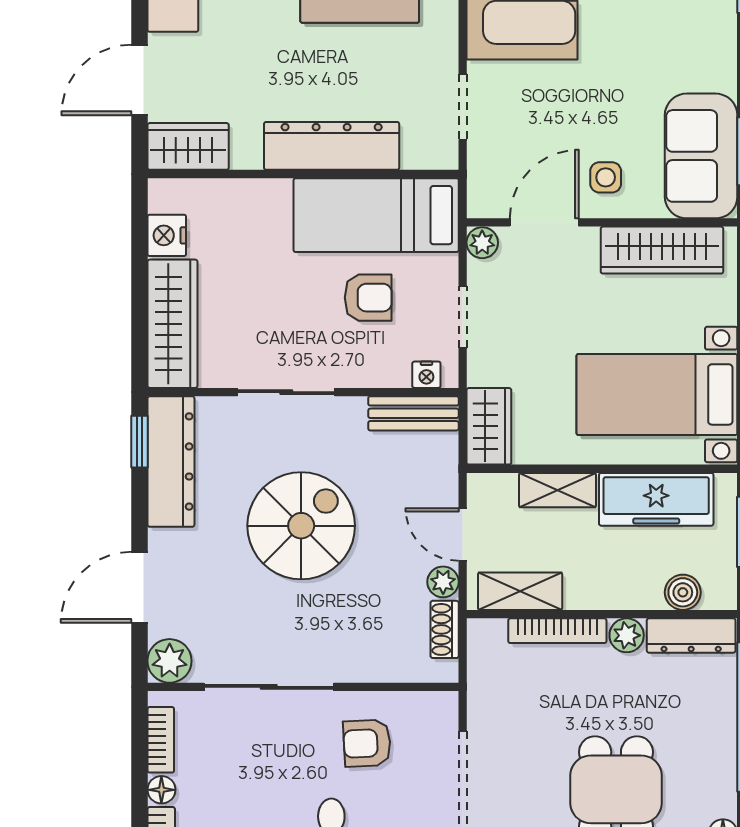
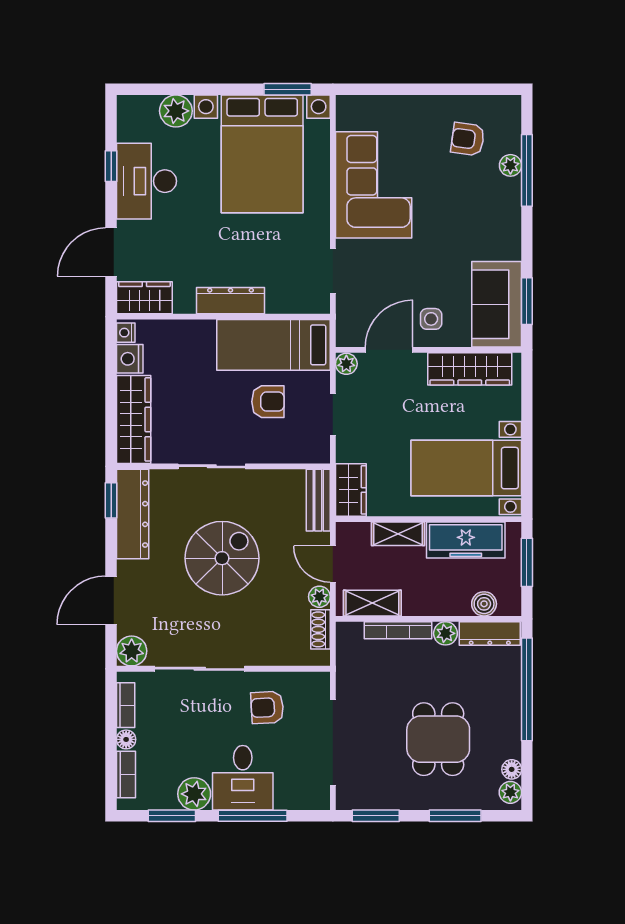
dresser: (332, 146) -> (231, 301), width x0.73, depth x0.80
nightstand: (426, 375) -> (126, 333), moved, turned 90
bench: (413, 413) -> (318, 500), moved, turned 90

